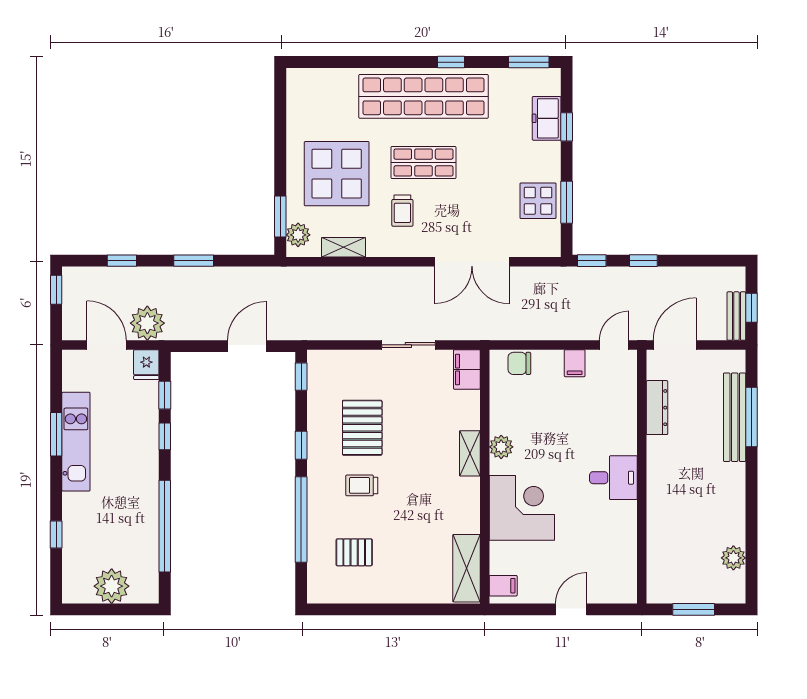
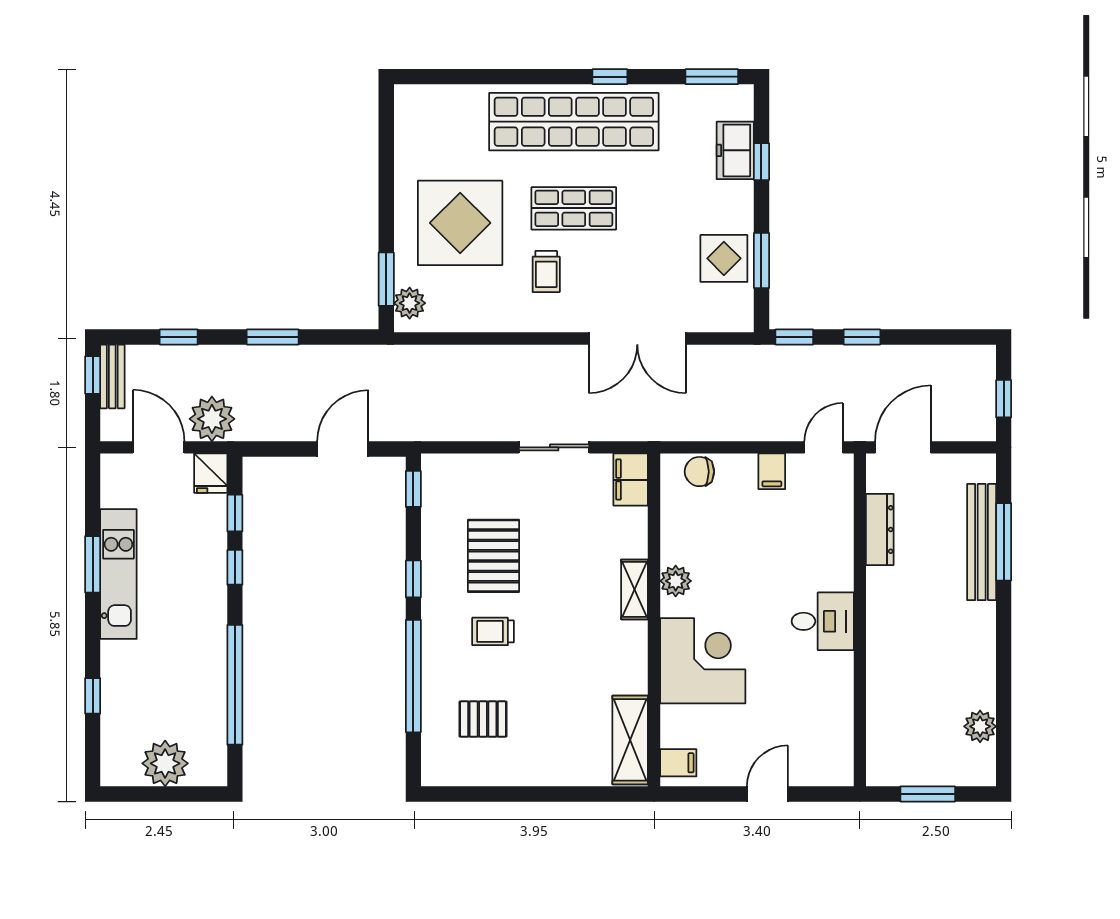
shelving: (343, 247) -> (469, 319), removed
bench: (736, 316) -> (112, 376), moved

